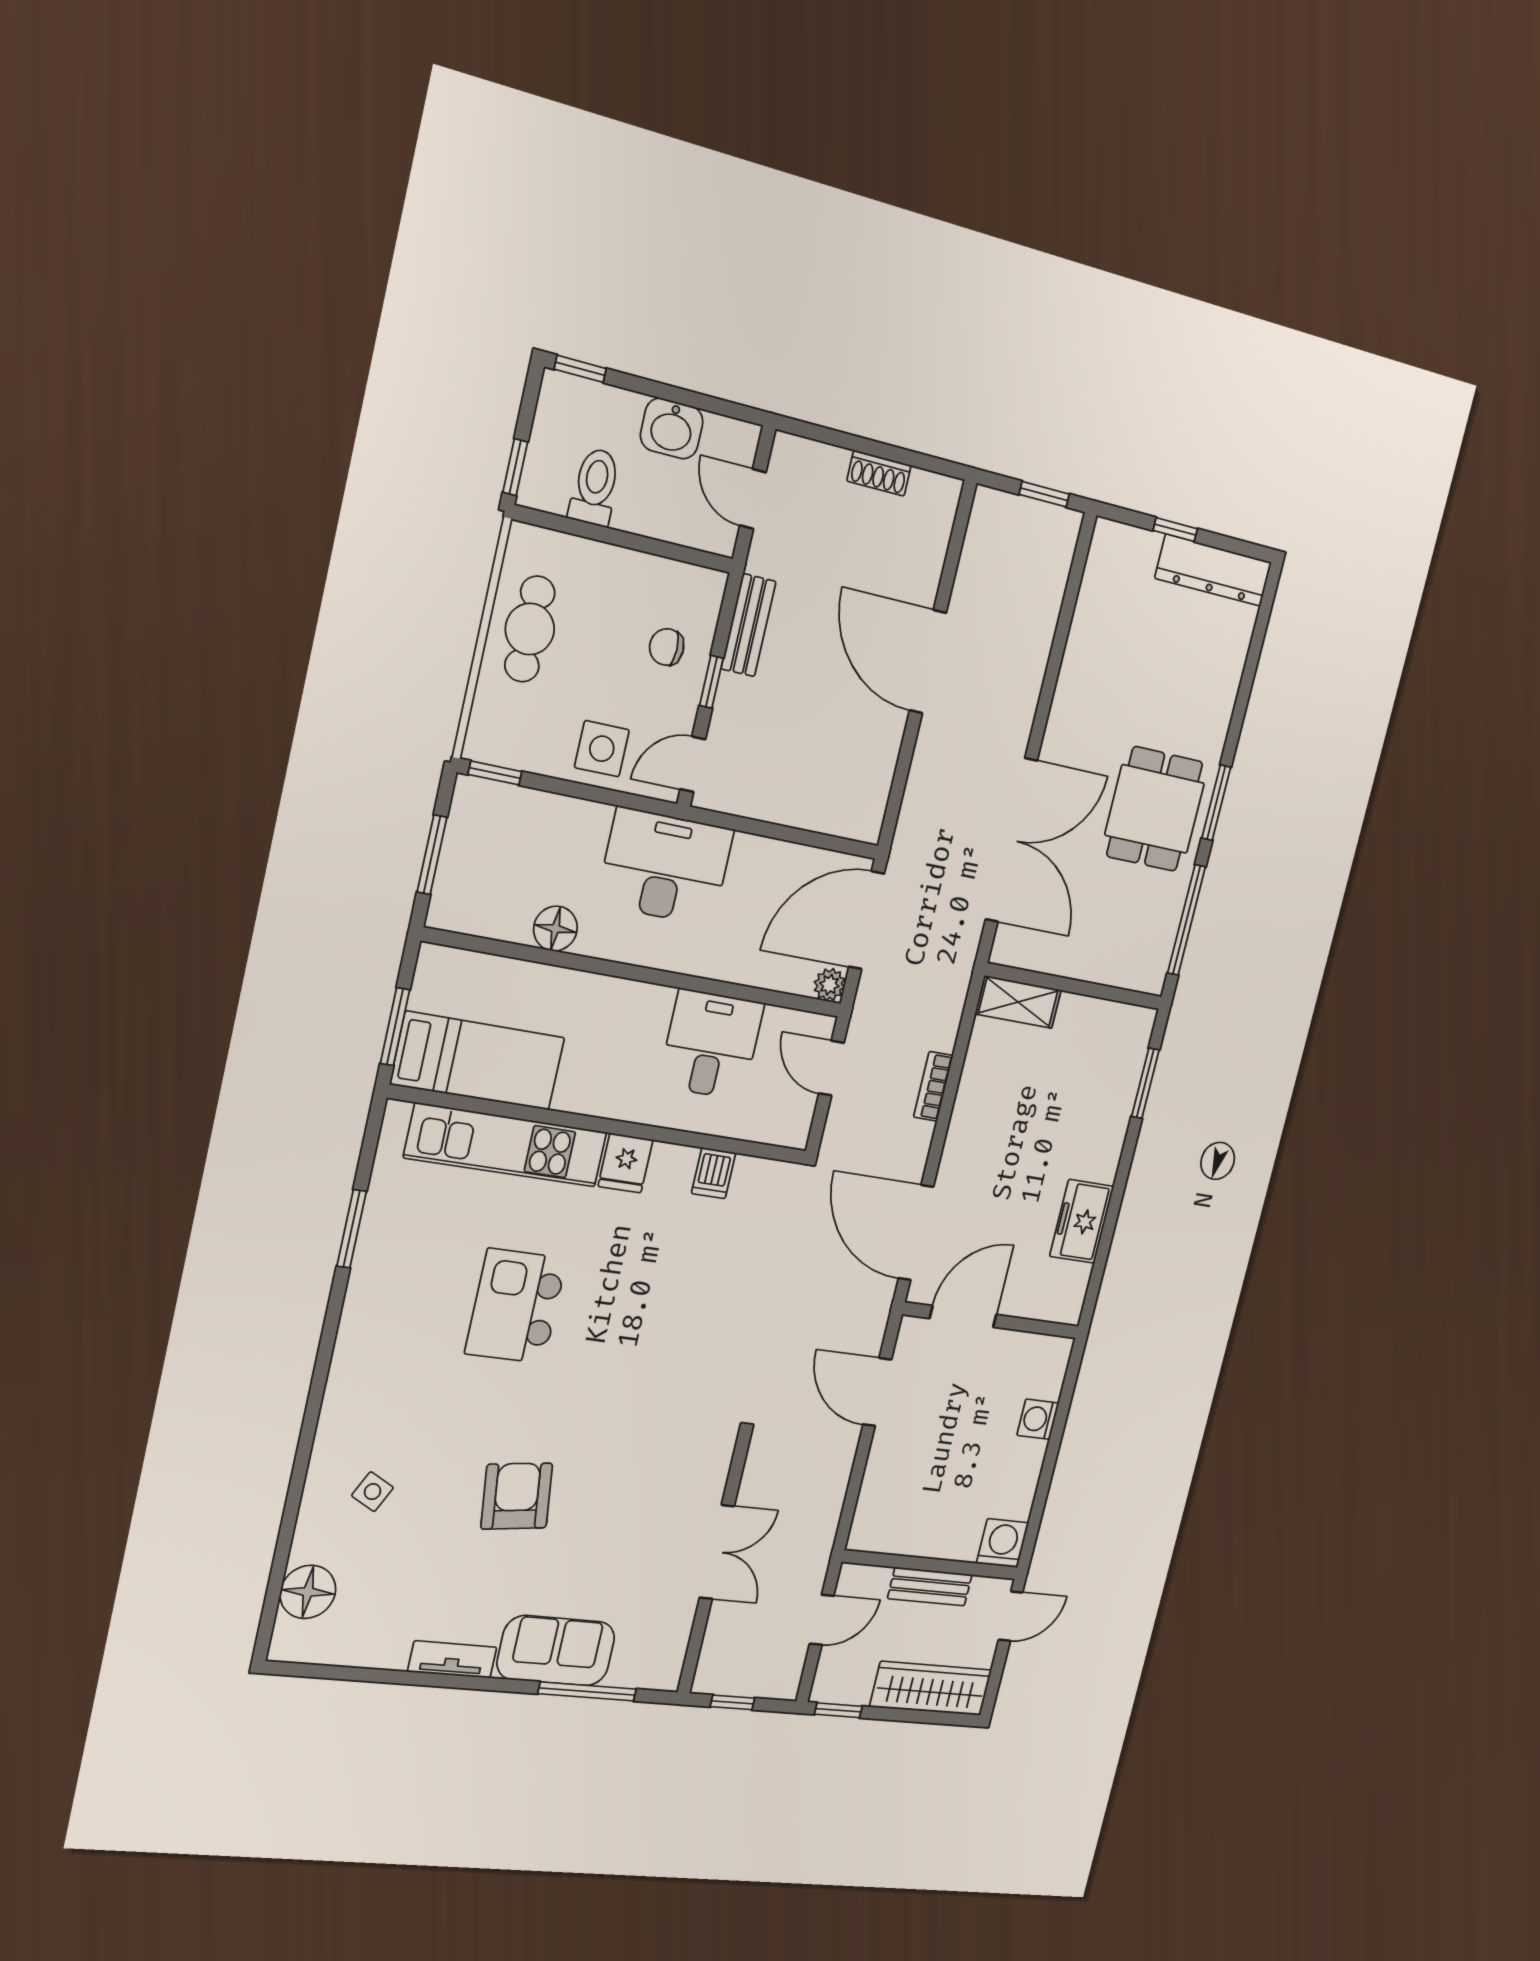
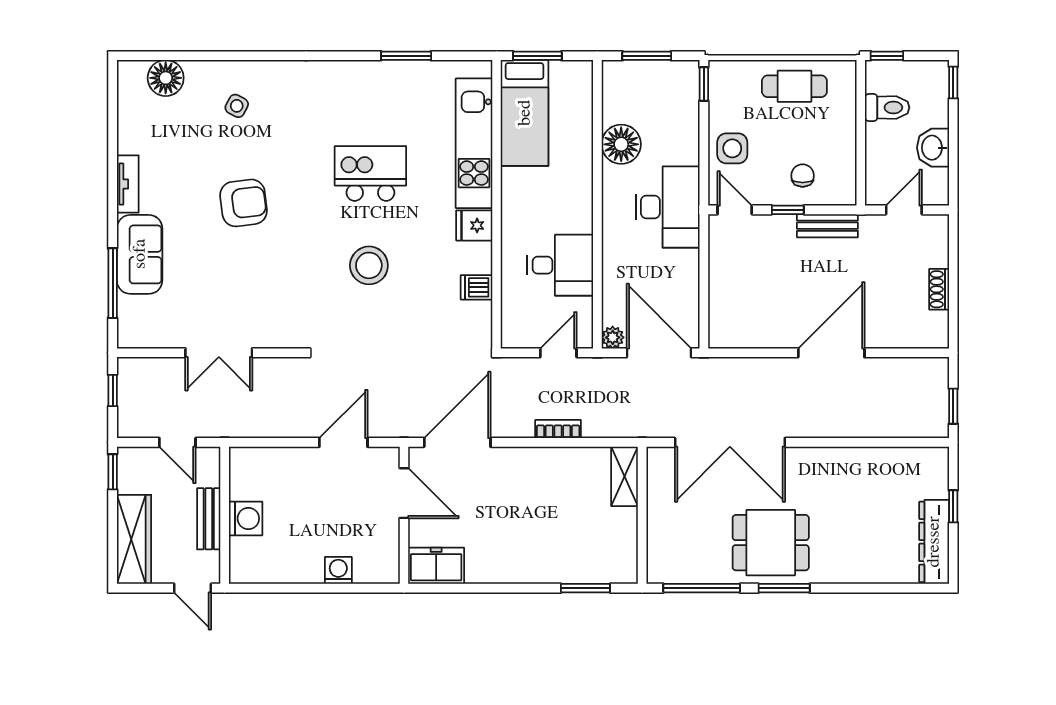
floor lamp: (555, 929) -> (621, 144), width x1.38, depth x1.38
freezer: (1082, 1221) -> (436, 566), moved
stool: (647, 1325) -> (369, 265), added
washing machine: (1003, 1543) -> (246, 518), moved

